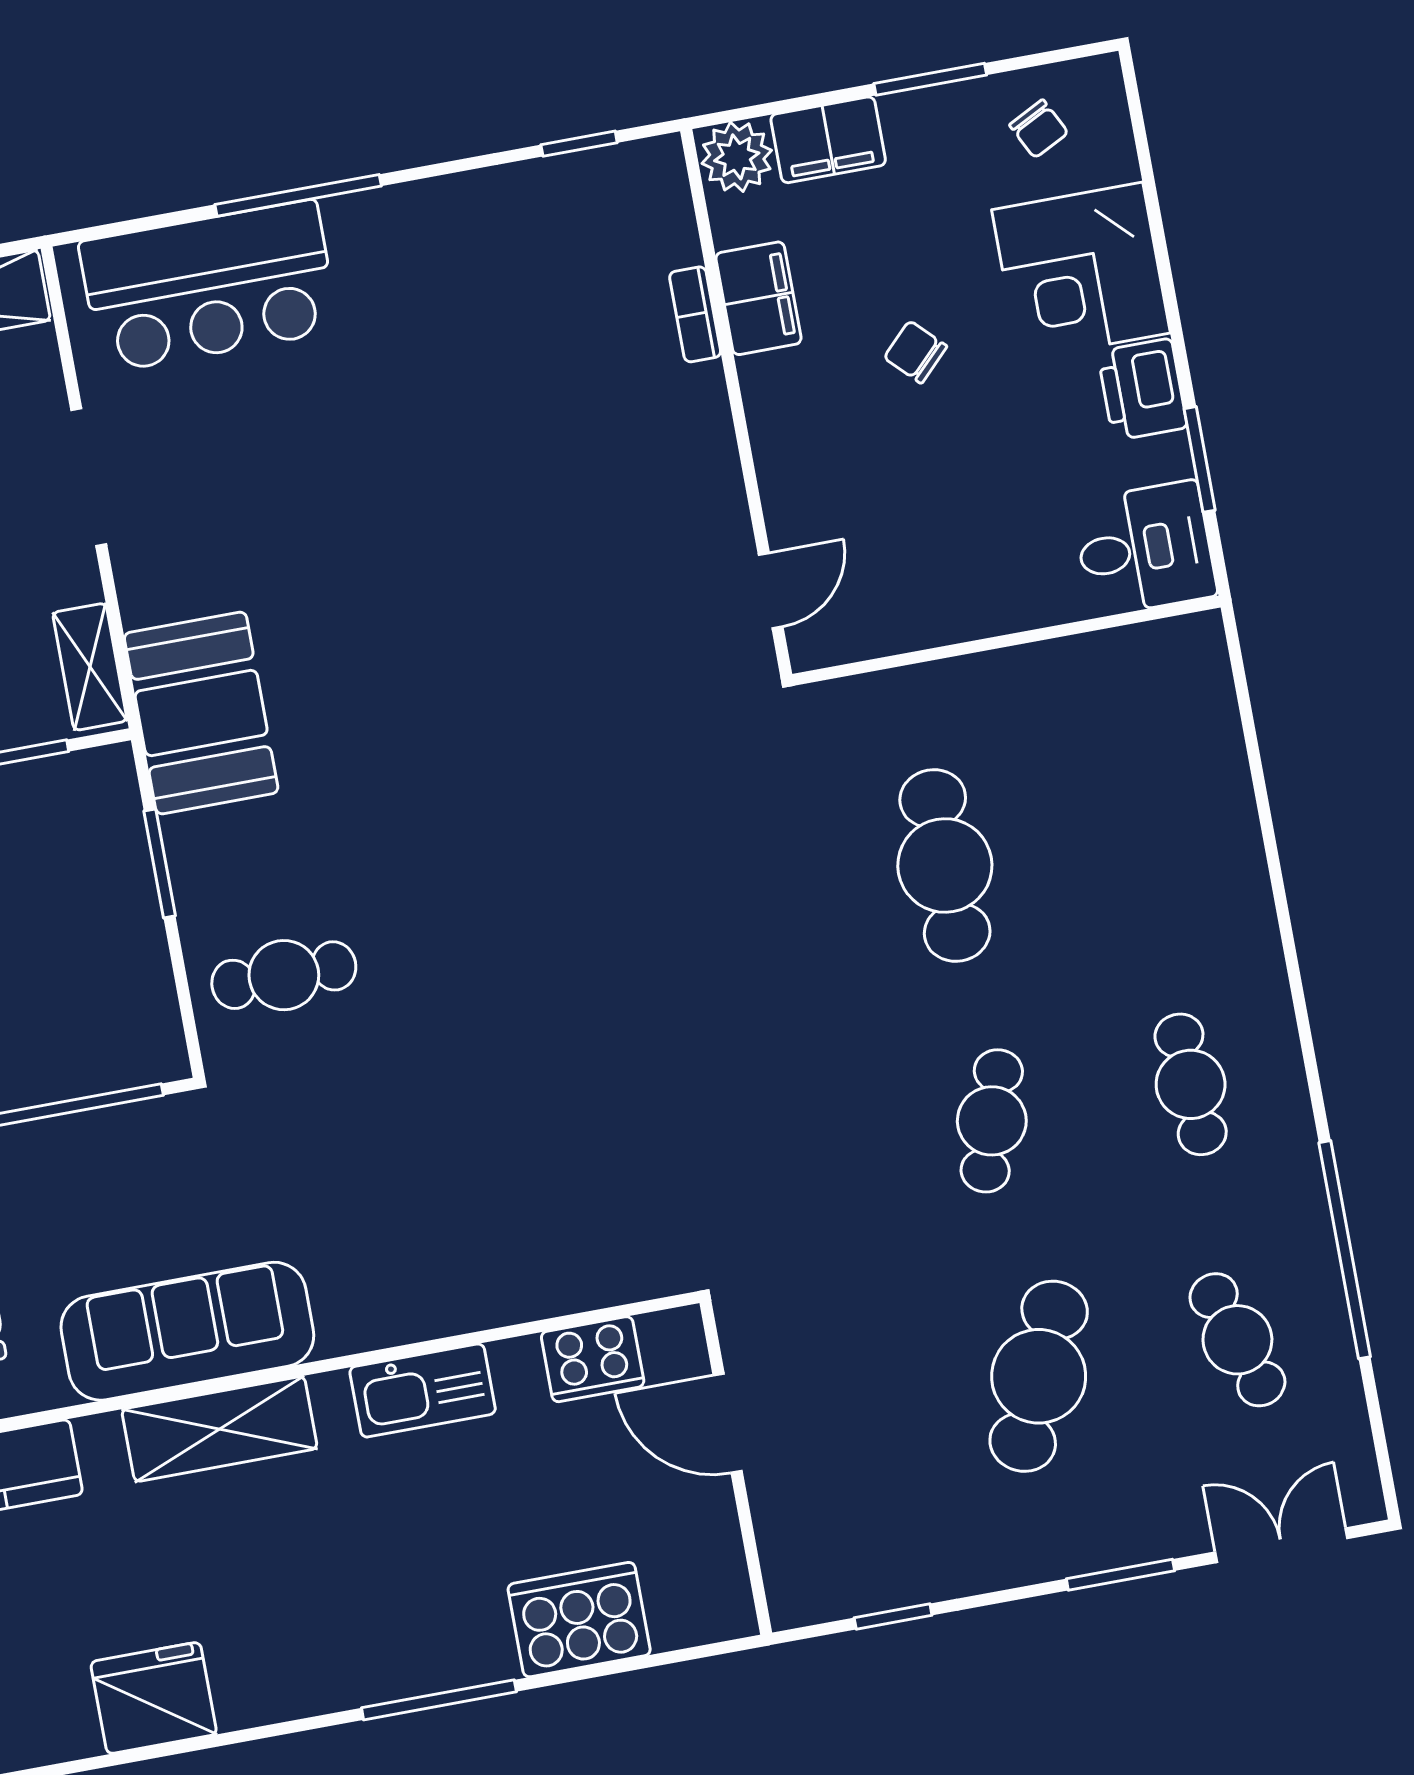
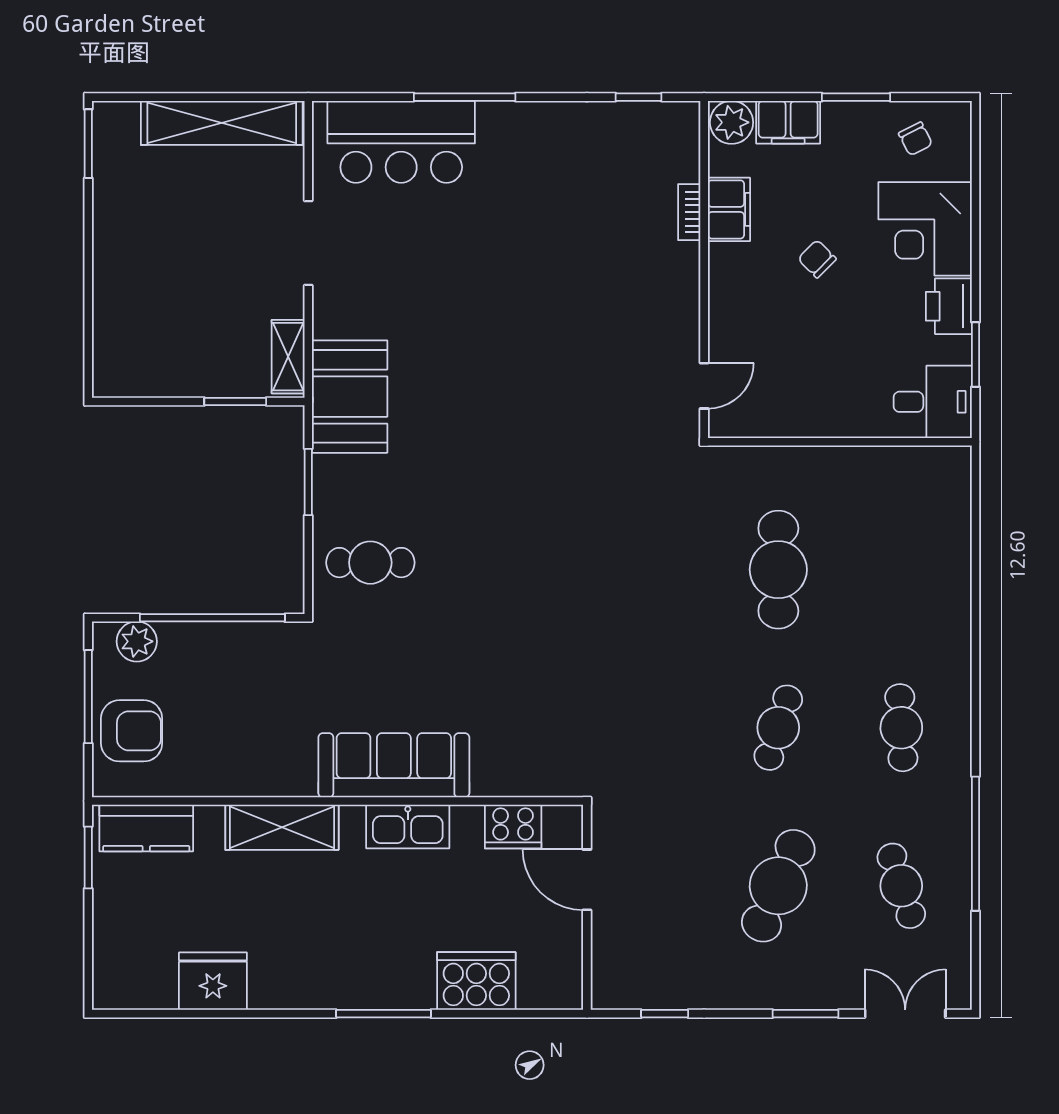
sofa: (187, 1331) -> (394, 765), moved

